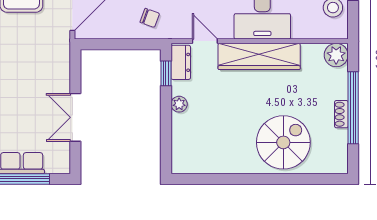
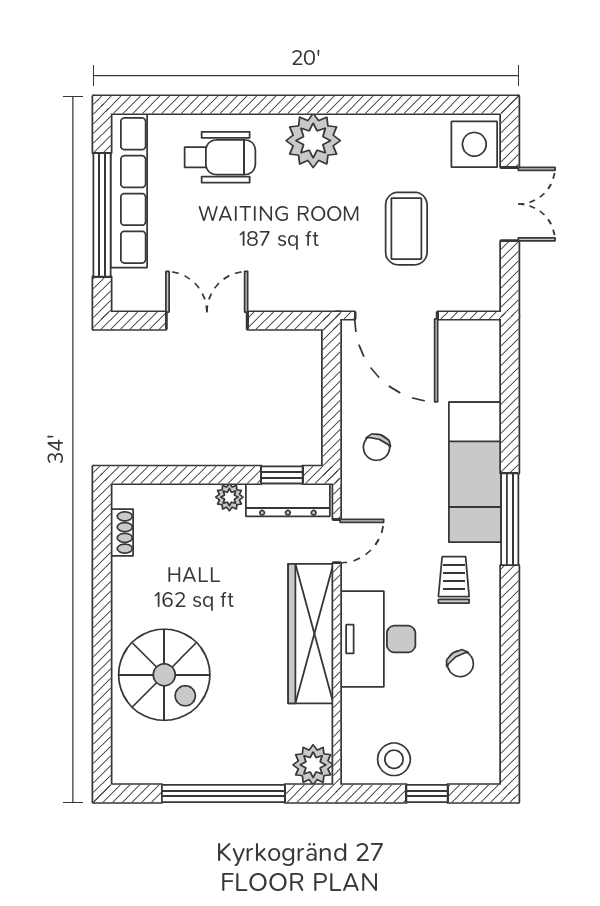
dresser: (181, 62) -> (288, 500), width x1.44
shoe rack: (341, 114) -> (122, 532), moved, turned 90

